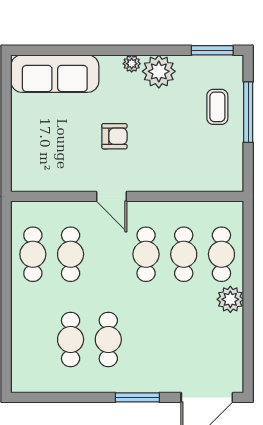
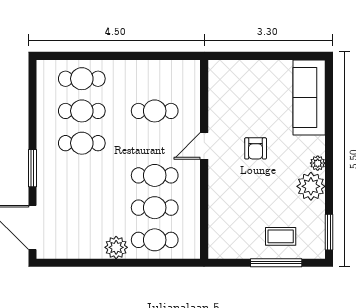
cafe table: (33, 254) -> (82, 79), moved

